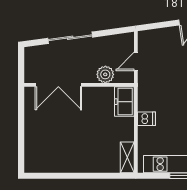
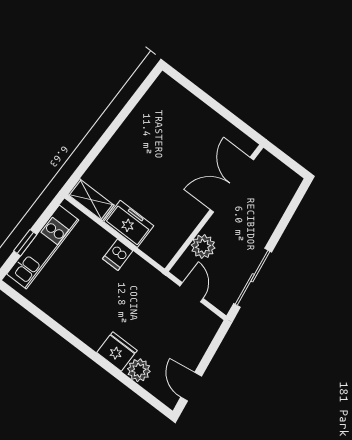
sliding door: (70, 38) -> (253, 278), moved
freezer: (124, 102) -> (129, 224), moved

